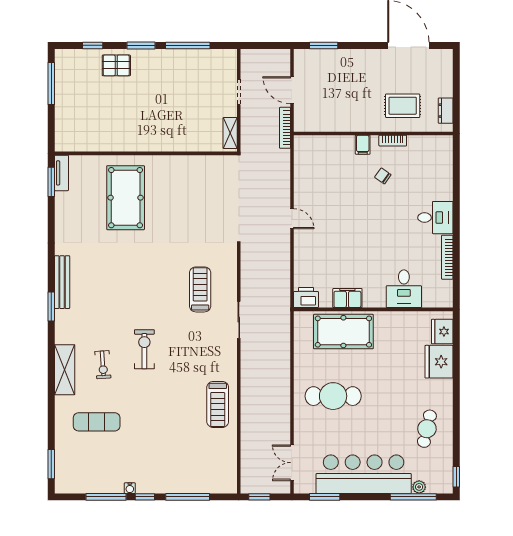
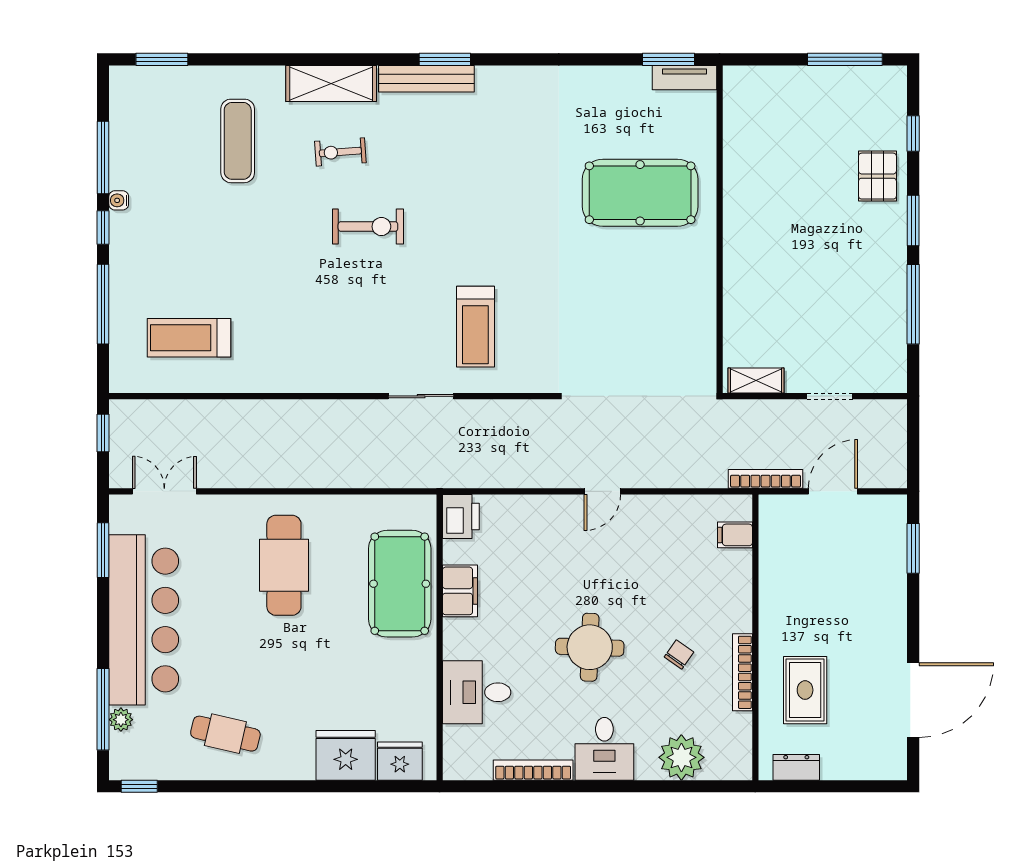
bookcase: (393, 141) -> (742, 672), width x1.56
filing cabinet: (363, 145) -> (735, 535), moved
plant: (440, 175) -> (681, 757), added
round table: (379, 226) -> (590, 647), added
bench: (62, 282) -> (426, 79), moved
treadmill: (200, 289) -> (475, 327), turned 90
treadmill: (218, 404) -> (189, 338), moved

